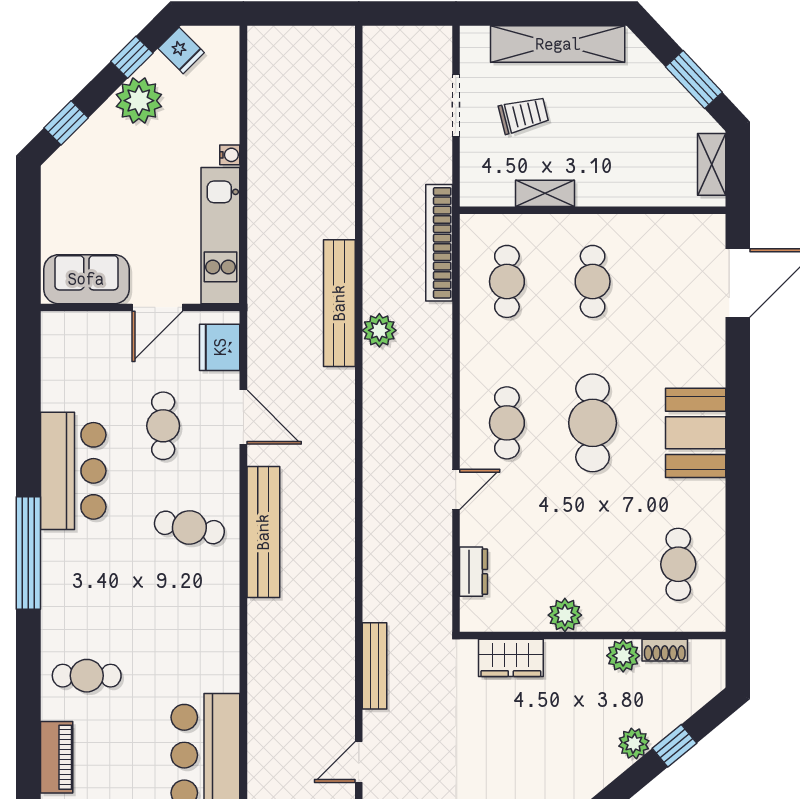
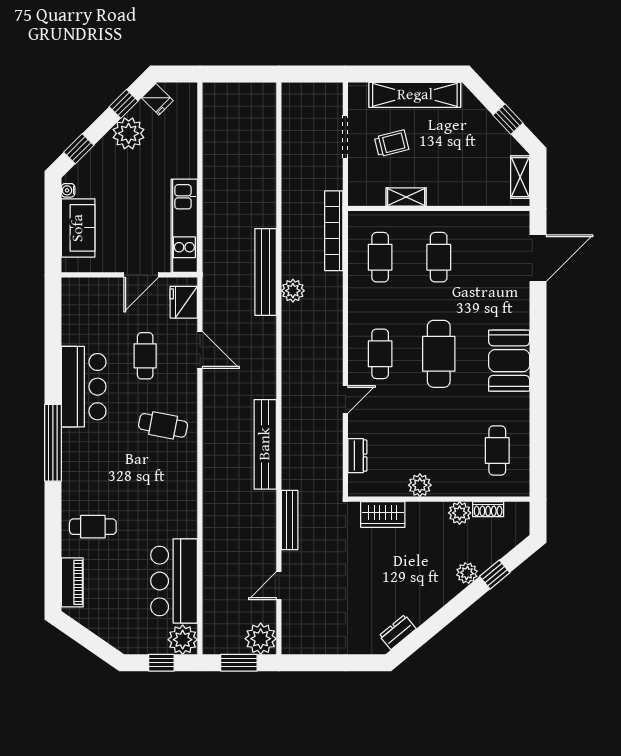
window: (694, 79) -> (508, 119), width x0.67
water cooler: (230, 155) -> (68, 190), moved, turned 180
sofa: (86, 279) -> (78, 228), moved, turned 90
bench: (263, 532) -> (265, 444), moved

